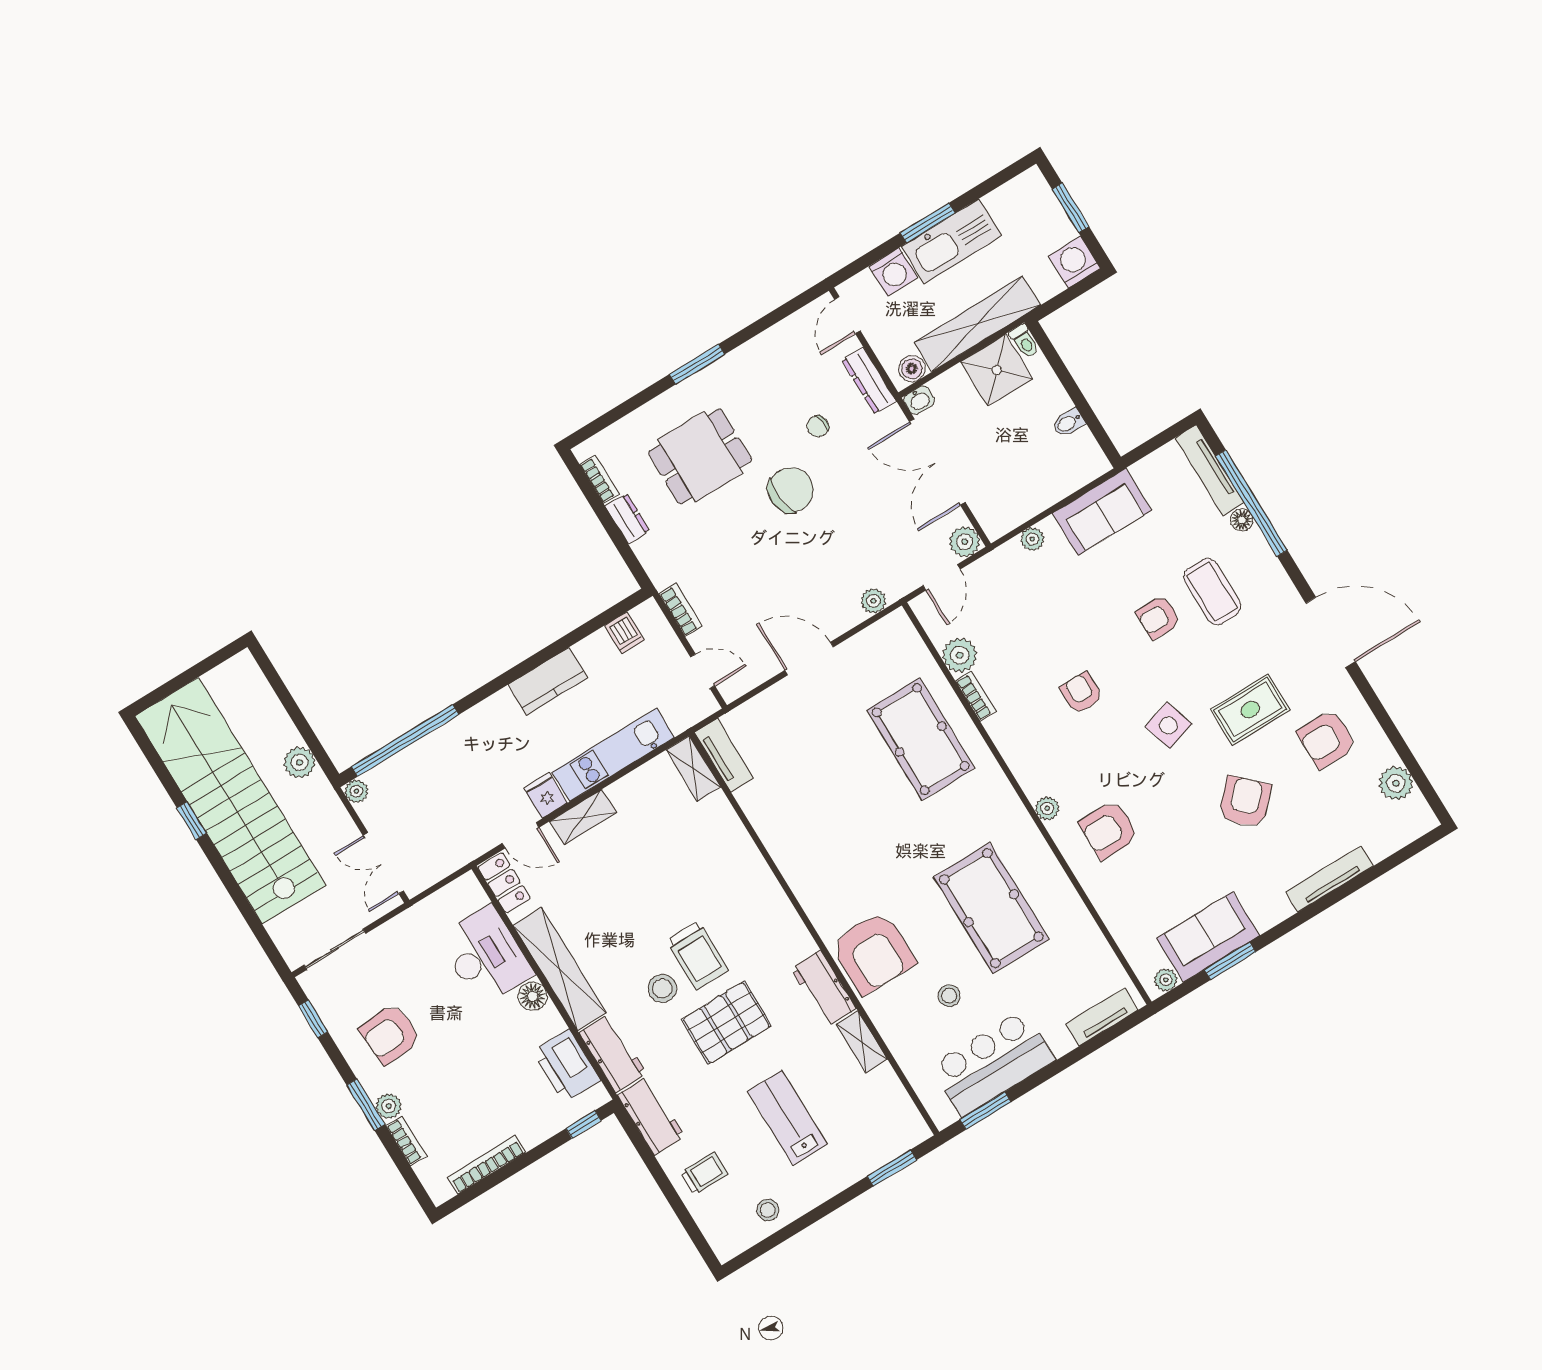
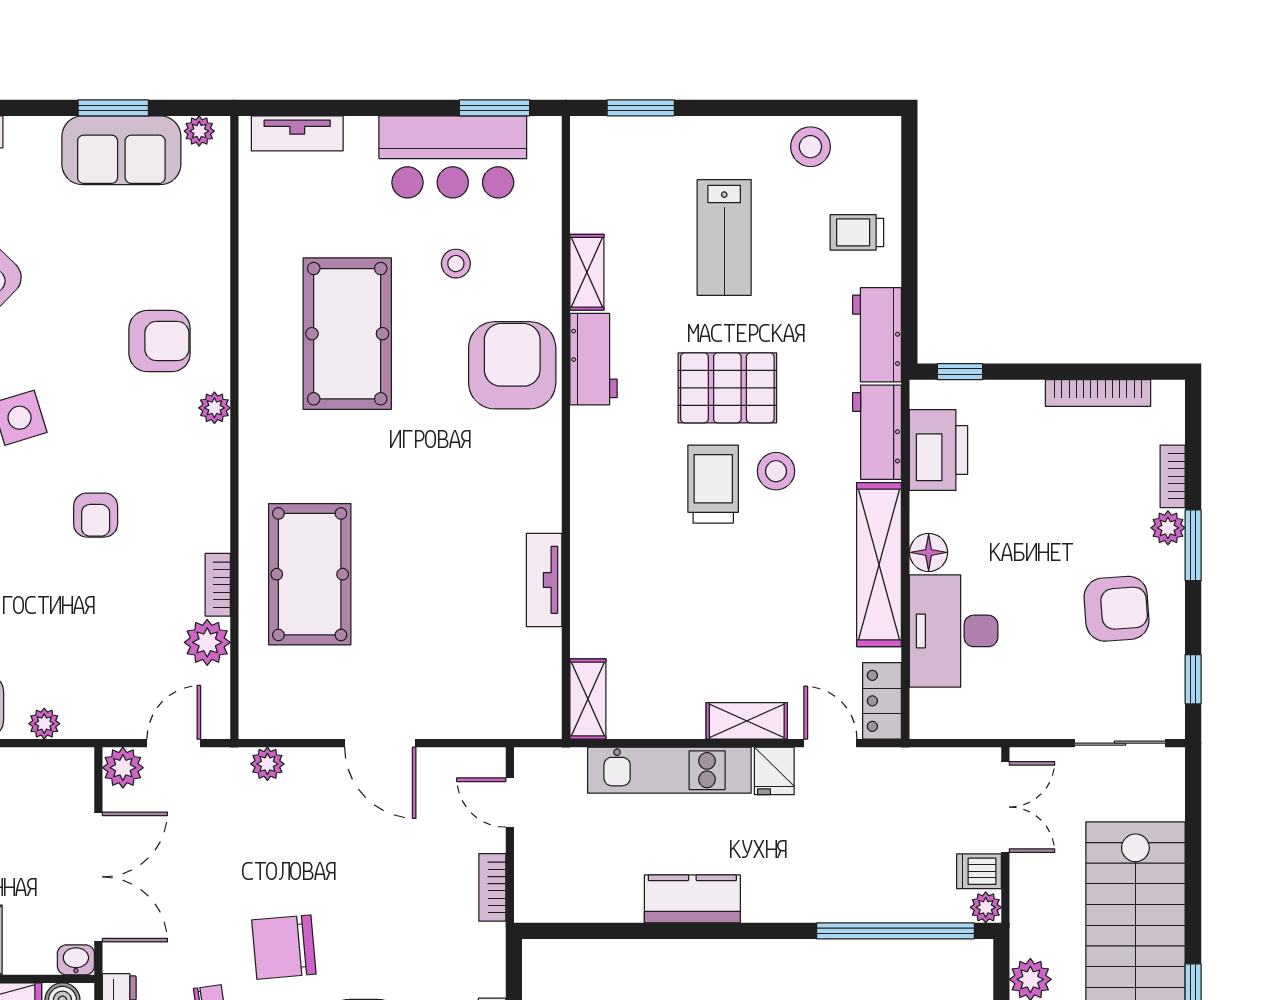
dishwasher: (625, 633) -> (979, 871), moved, turned -90
tv unit: (724, 755) -> (544, 580), moved
stool: (768, 1210) -> (810, 147), width x1.37, depth x1.37

